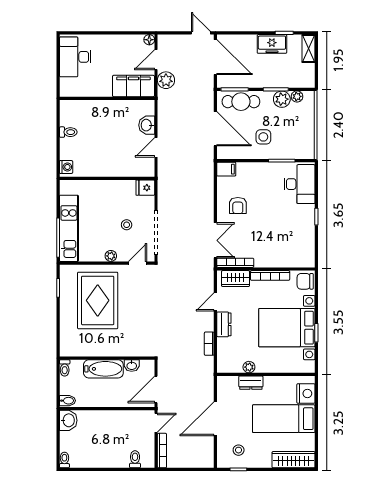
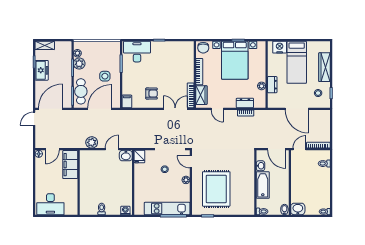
door: (156, 60) -> (52, 149), hinge flipped
plant: (166, 80) -> (92, 142), moved
washbasin: (147, 125) -> (126, 156), moved
door: (156, 147) -> (112, 149), swing flipped
rug: (98, 300) -> (216, 189), turned 90
dresser: (224, 324) -> (245, 103), moved
door: (156, 423) -> (299, 149), hinge flipped
wardrobe: (294, 460) -> (325, 67), moved

